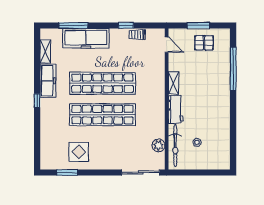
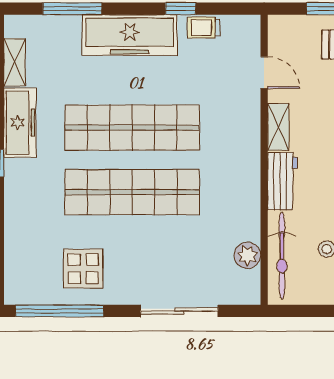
freezer: (86, 38) -> (130, 35), moved
door: (167, 45) -> (264, 73), moved
window: (67, 172) -> (60, 311), width x2.11
sliding door: (141, 172) -> (179, 311), moved

